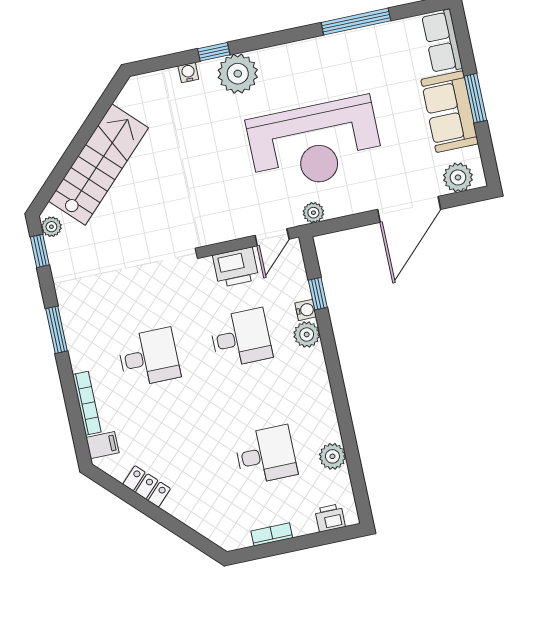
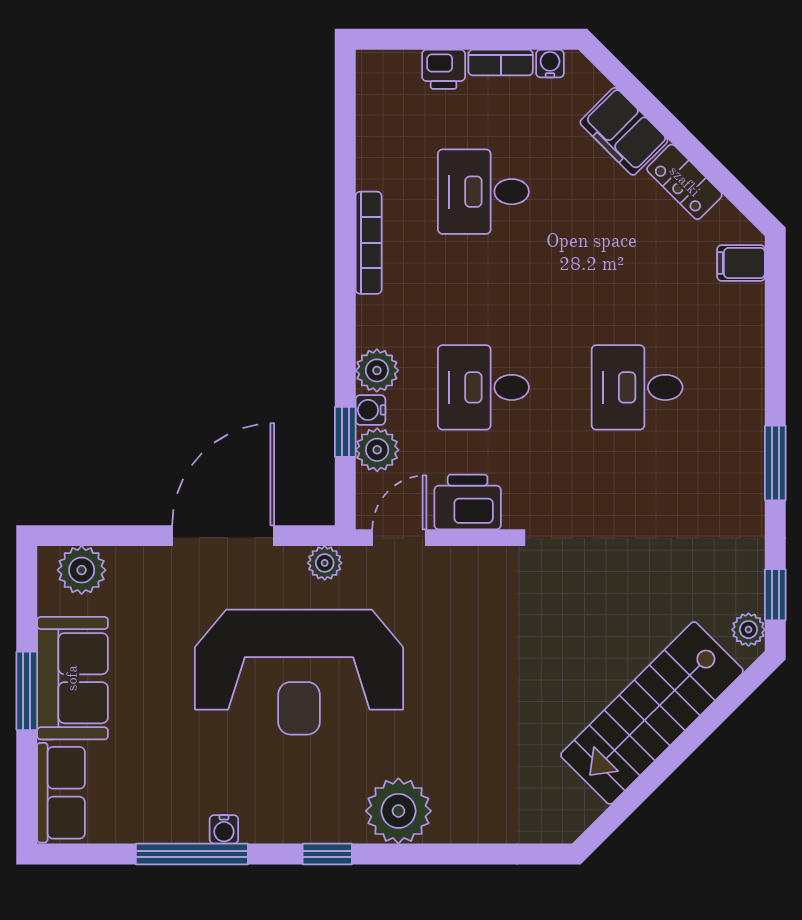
window: (214, 52) -> (327, 854), moved
water cooler: (188, 73) -> (224, 829), moved
reception desk: (315, 144) -> (299, 672), turned 180
door: (409, 209) -> (223, 536), moved
bookcase: (87, 403) -> (369, 243), moved, turned 180
plant: (332, 456) -> (377, 450), moved
filing cabinet: (189, 509) -> (624, 131), added
printer: (330, 518) -> (444, 69), moved
water cooler: (242, 540) -> (550, 64), added

